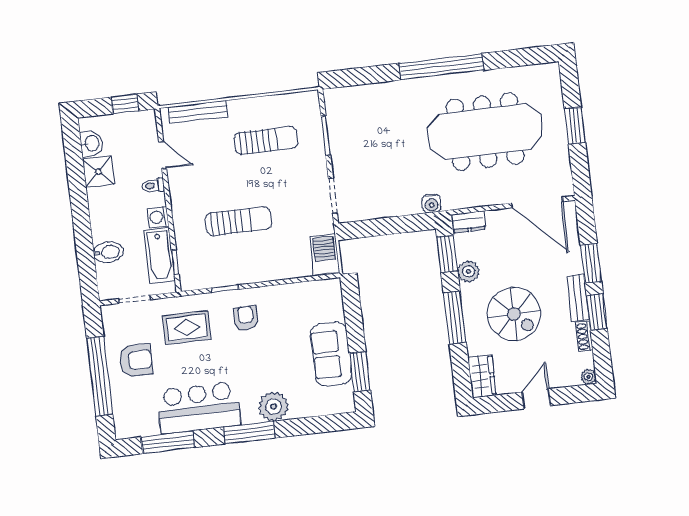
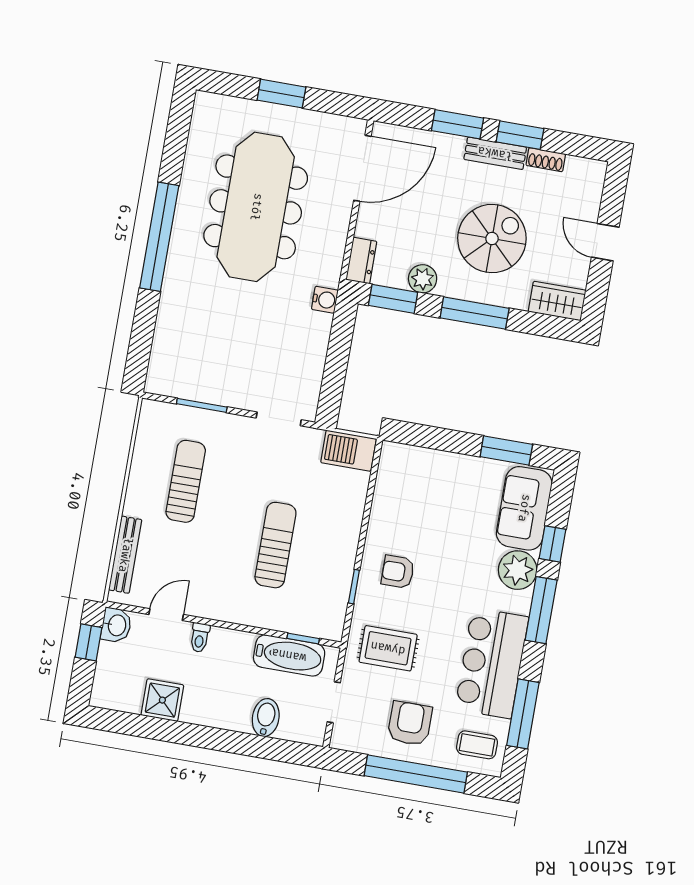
washbasin: (91, 143) -> (116, 625), moved, turned 90
washing machine: (158, 217) -> (241, 643), removed
rug: (187, 328) -> (388, 648), turned 90
sofa: (331, 354) -> (524, 508), moved, turned 90
plant: (588, 377) -> (597, 170), removed
coffee table: (135, 415) -> (477, 745), added
window: (301, 427) -> (553, 544), added

